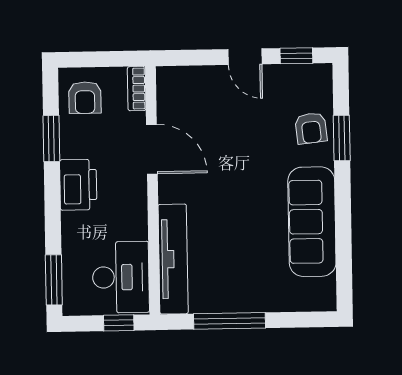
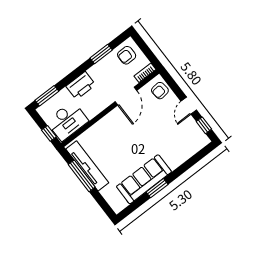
armchair: (311, 128) -> (160, 91), moved
window: (342, 138) -> (157, 188), moved
printer: (78, 185) -> (81, 86), moved
tv unit: (173, 259) -> (87, 166), moved, turned -90

